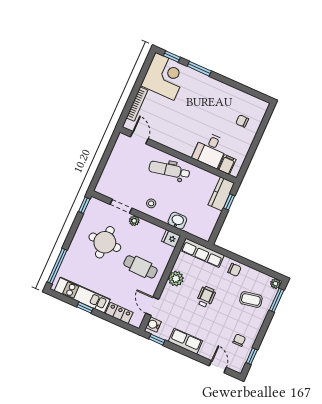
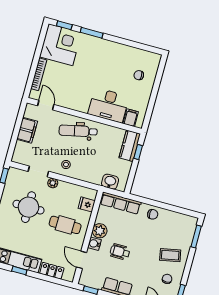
desk: (210, 150) -> (108, 105), width x1.37
filing cabinet: (116, 161) -> (27, 130), added
washbasin: (177, 221) -> (110, 182), moved
fridge: (171, 239) -> (87, 204), moved
plant: (275, 284) -> (193, 221), removed
wheelchair: (206, 297) -> (120, 252), moved, turned -90
coffee table: (251, 300) -> (170, 255), moved
water cooler: (154, 325) -> (94, 244), moved

